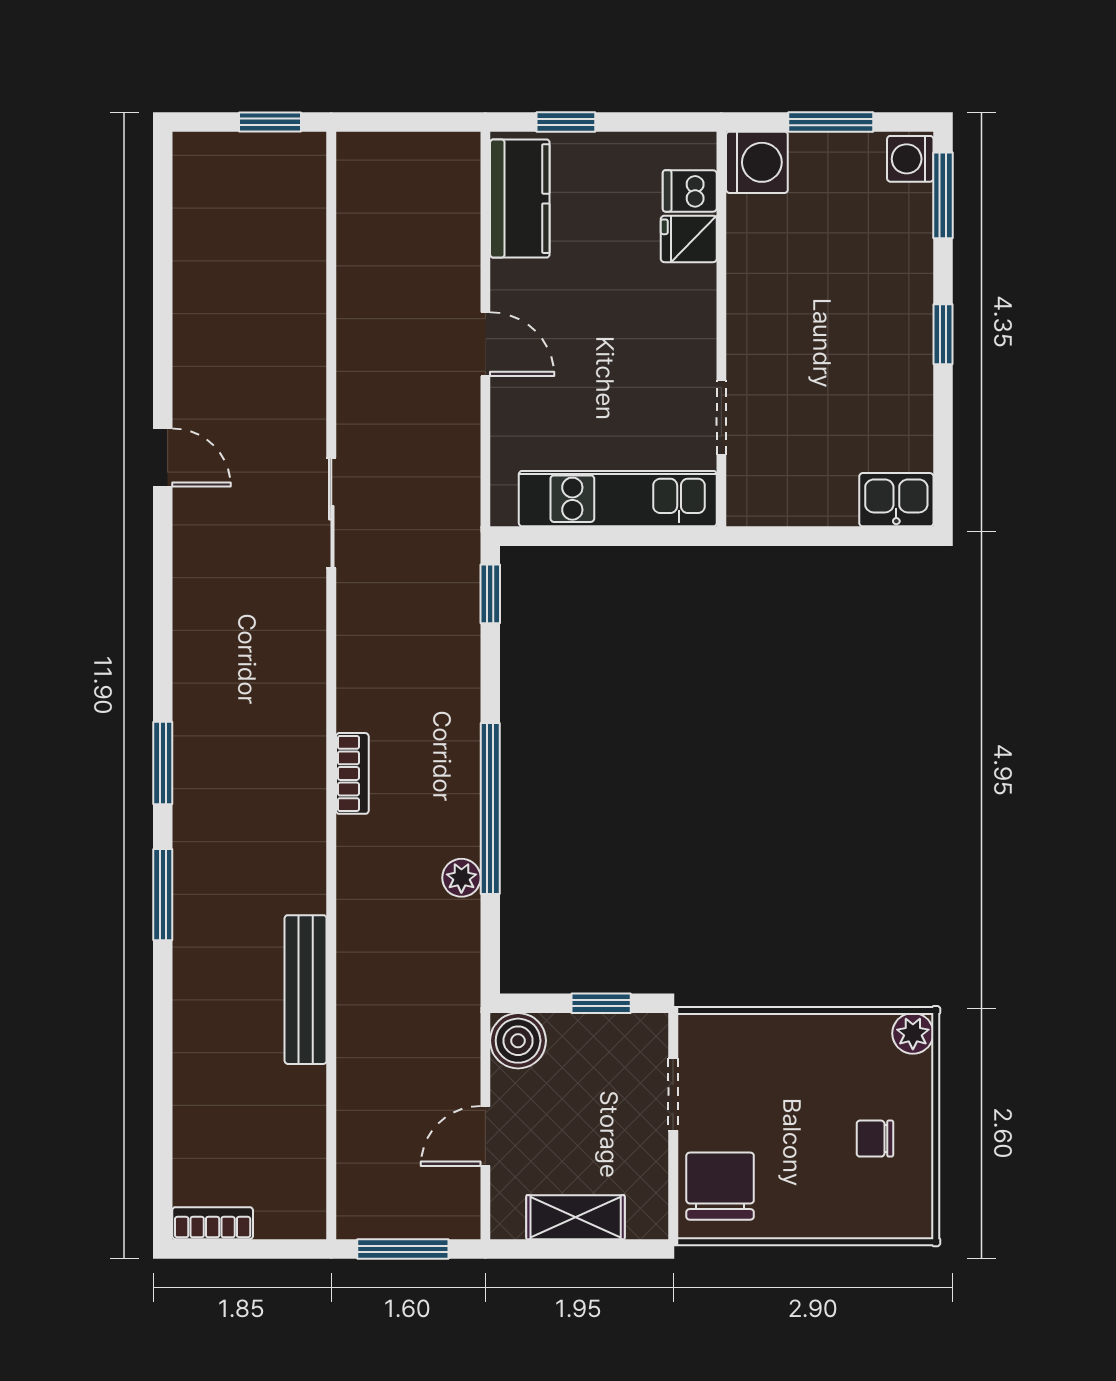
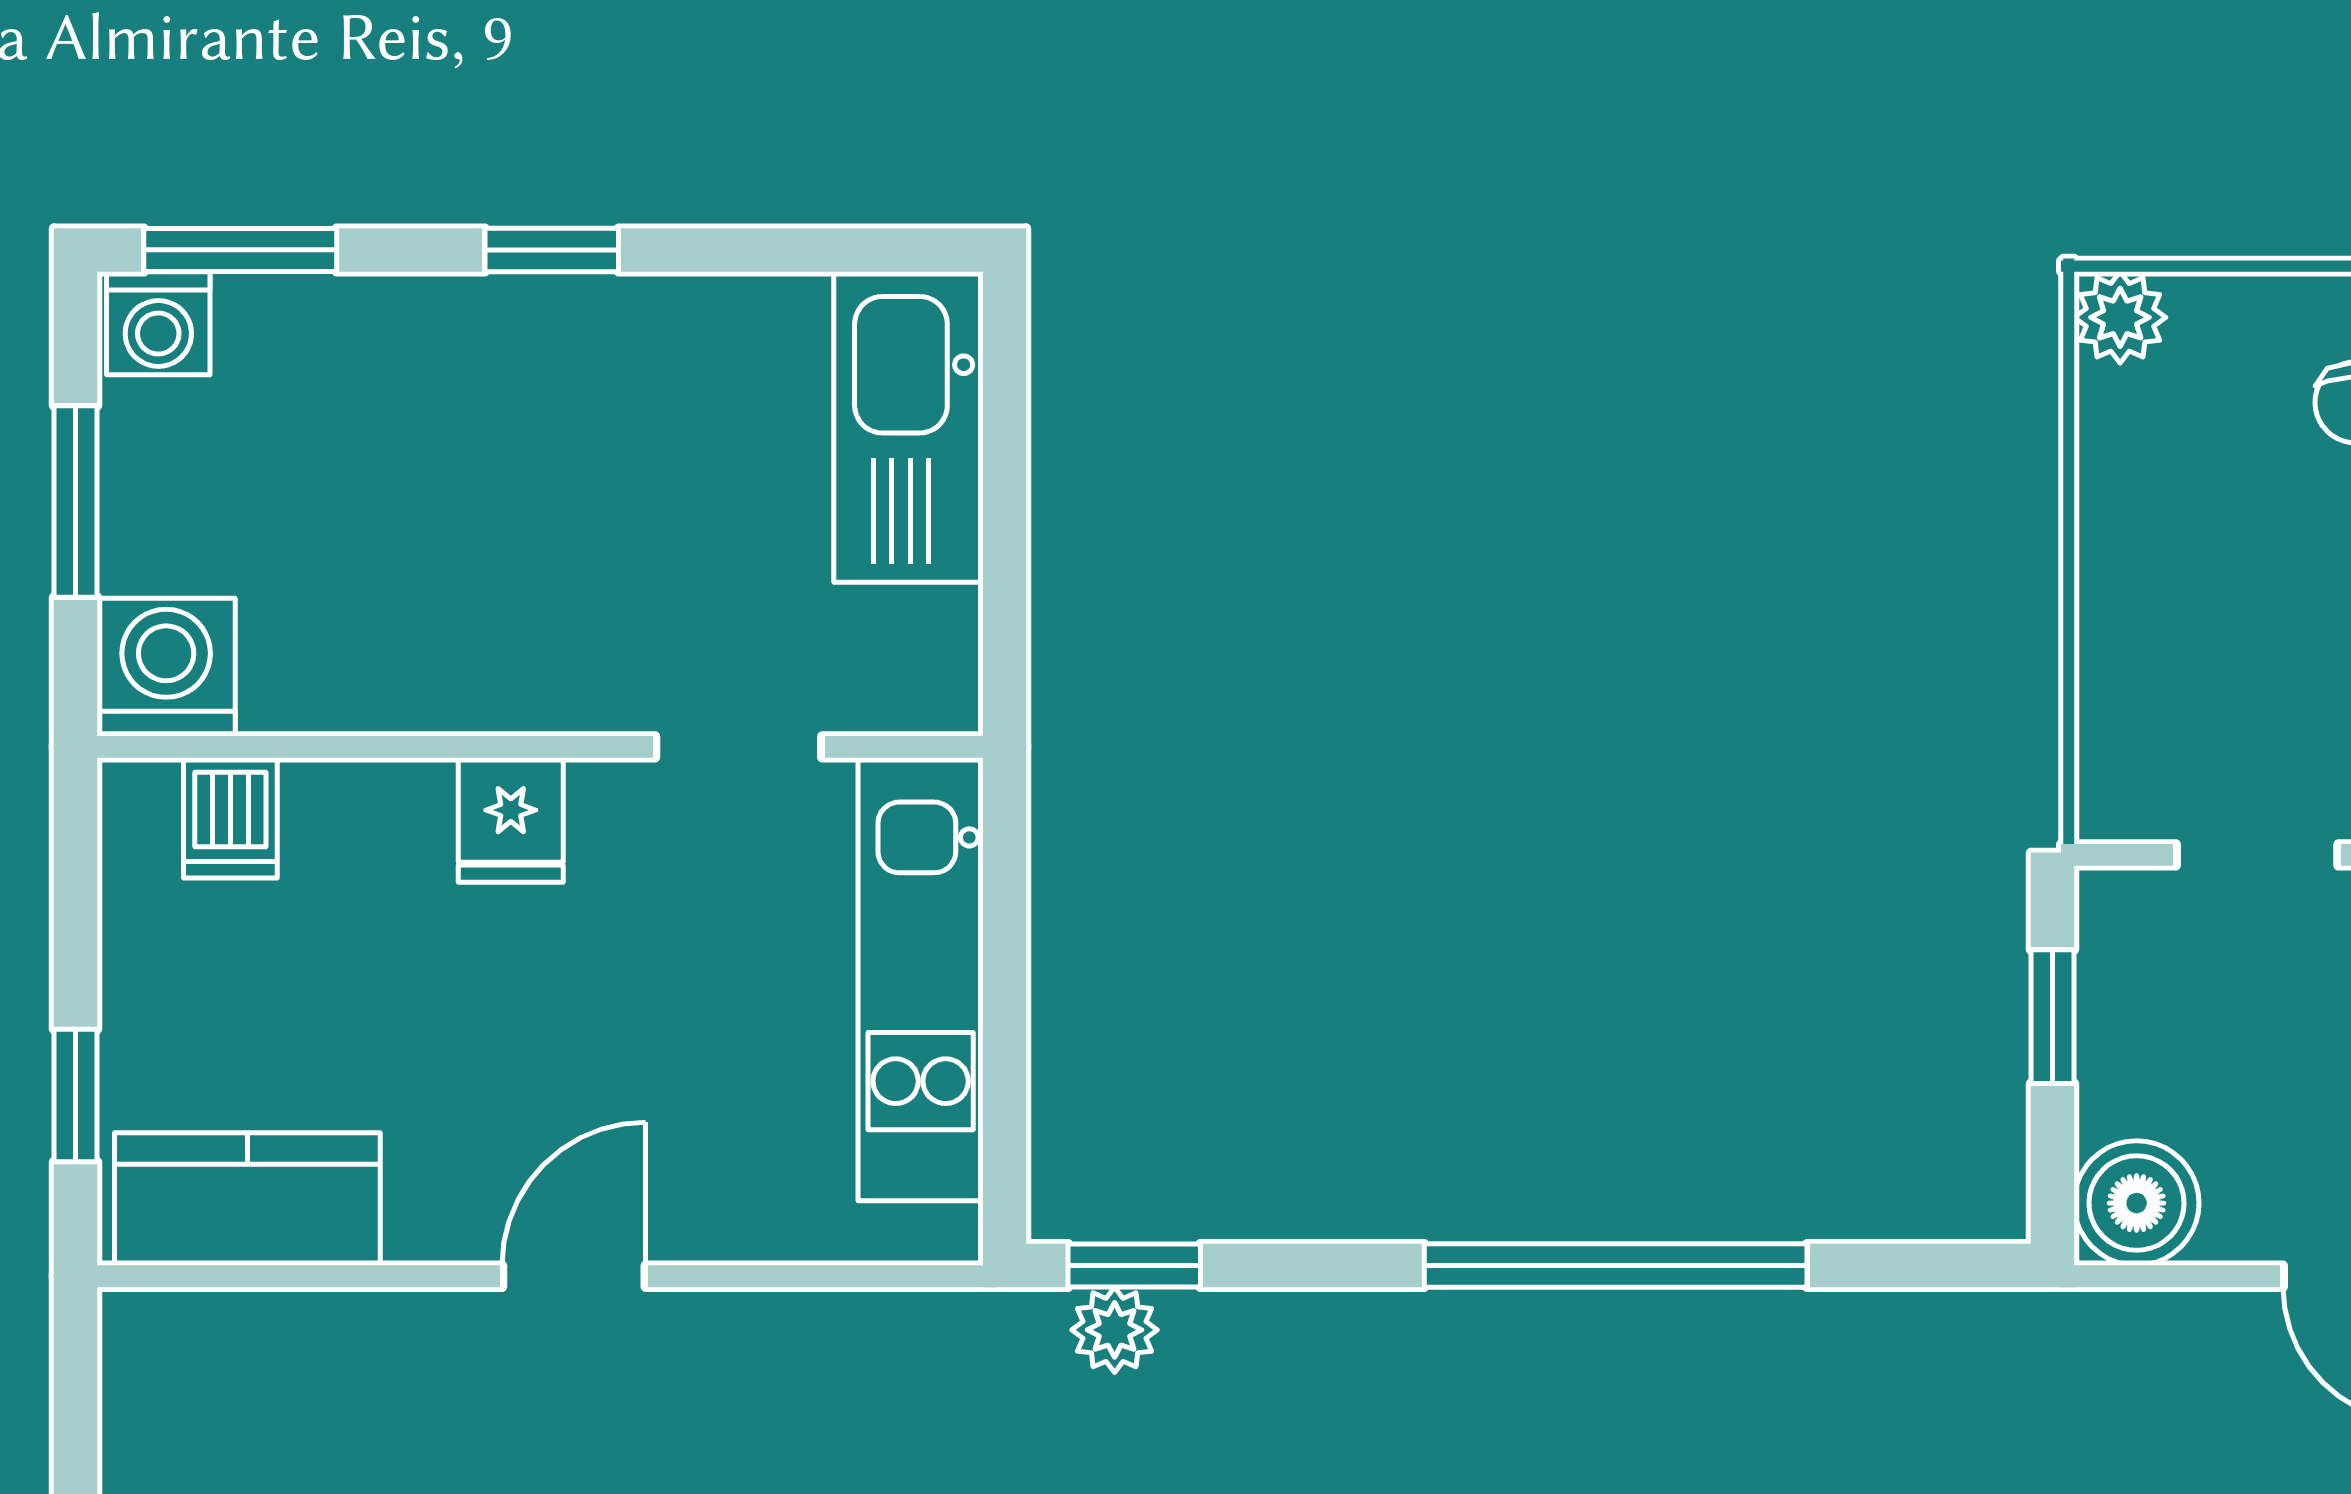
fridge: (689, 239) -> (511, 820), moved
kitchen sink: (896, 500) -> (908, 427), width x1.88, depth x1.24
plant: (461, 878) -> (1115, 1330), moved

